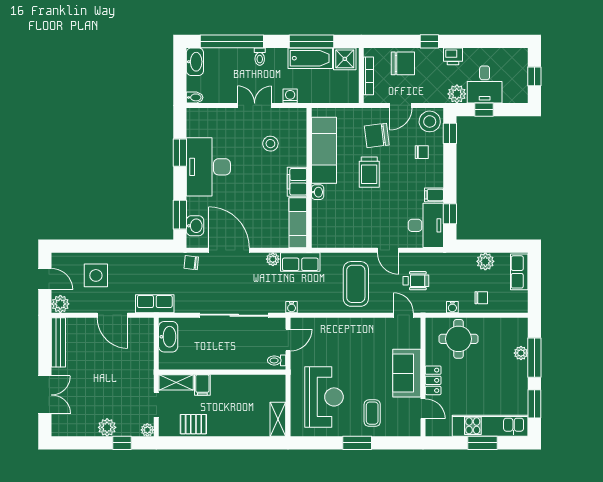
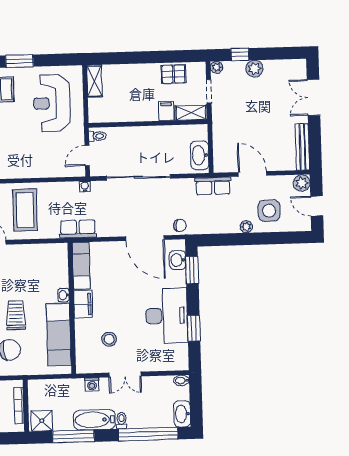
bathtub: (310, 58) -> (94, 420), moved
plant: (273, 259) -> (246, 227), moved

